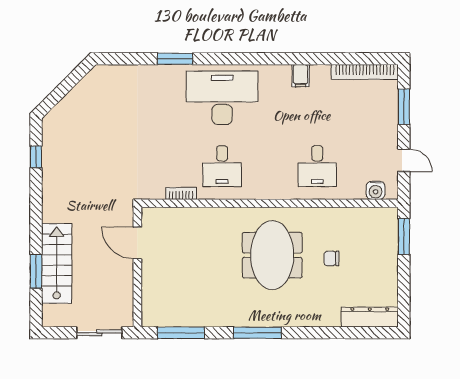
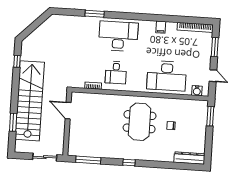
desk: (317, 166) -> (167, 76), width x1.87, depth x1.30
stairs: (57, 263) -> (30, 101), width x1.86, depth x1.51
window: (257, 333) -> (129, 163), width x0.46

